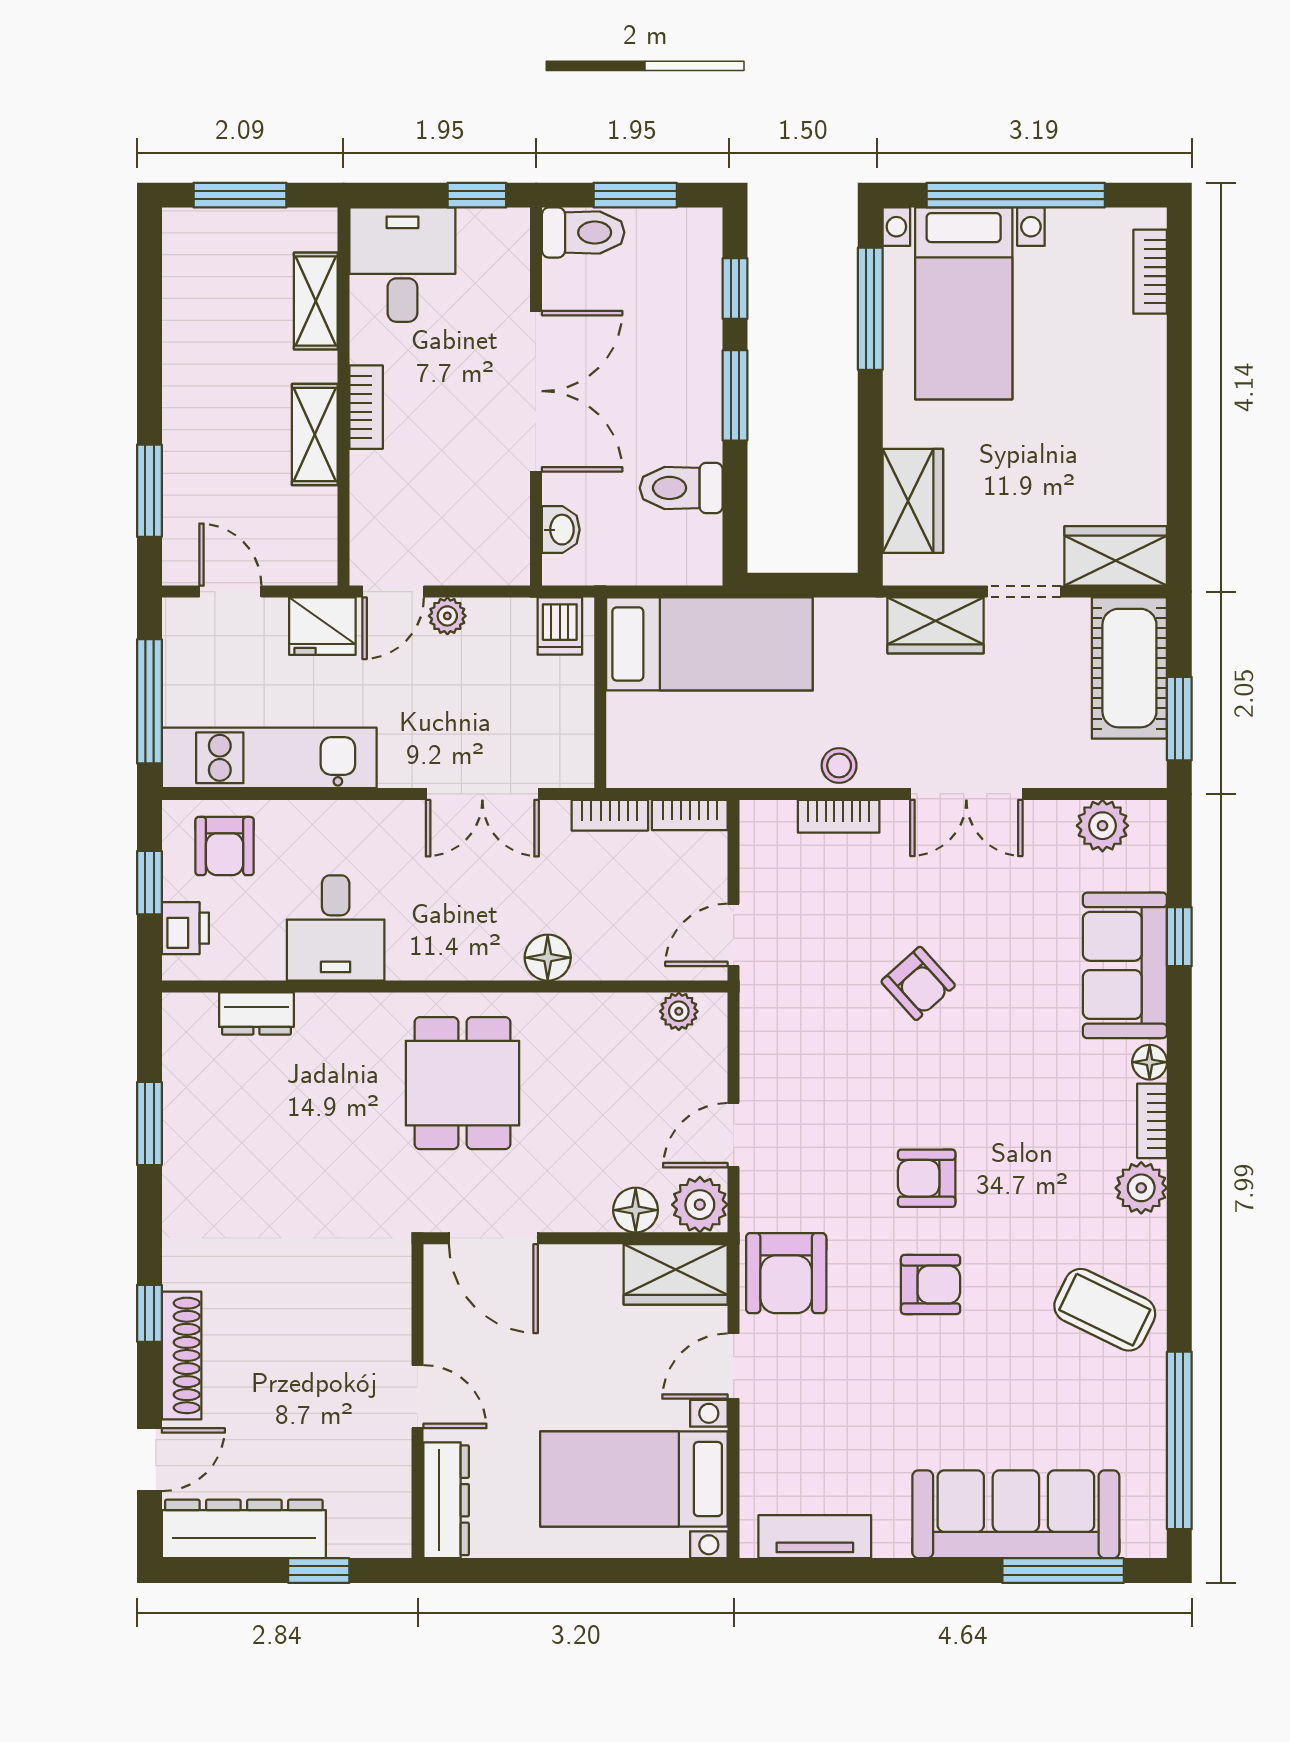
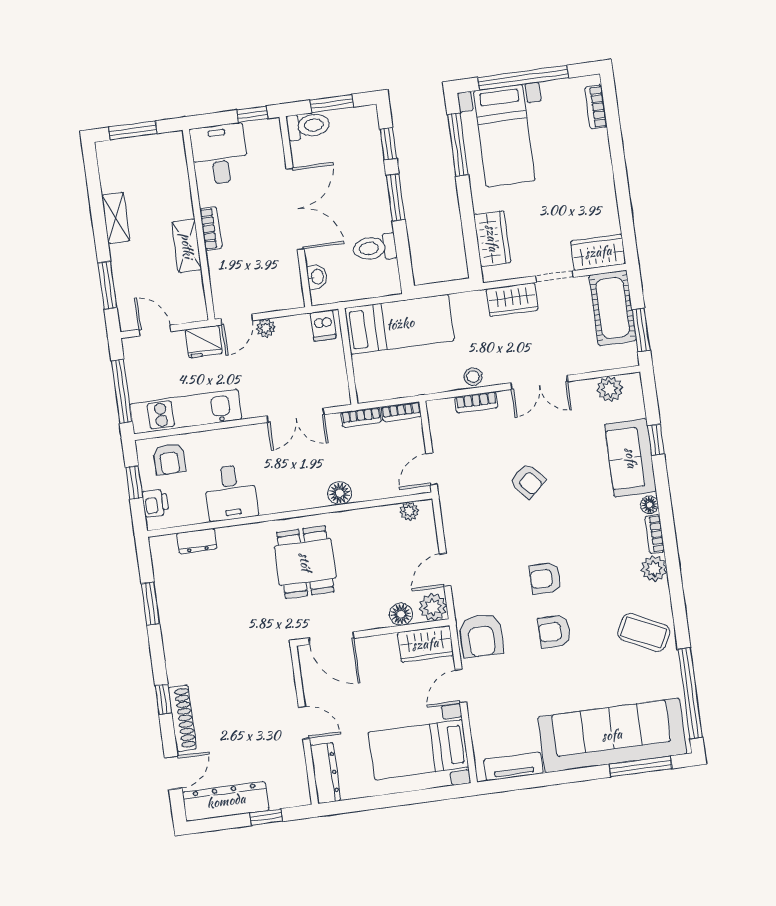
shelving: (316, 301) -> (116, 218), moved
armchair: (931, 1284) -> (554, 632), turned 180
sofa: (1016, 1514) -> (612, 735), width x1.36, depth x1.27

